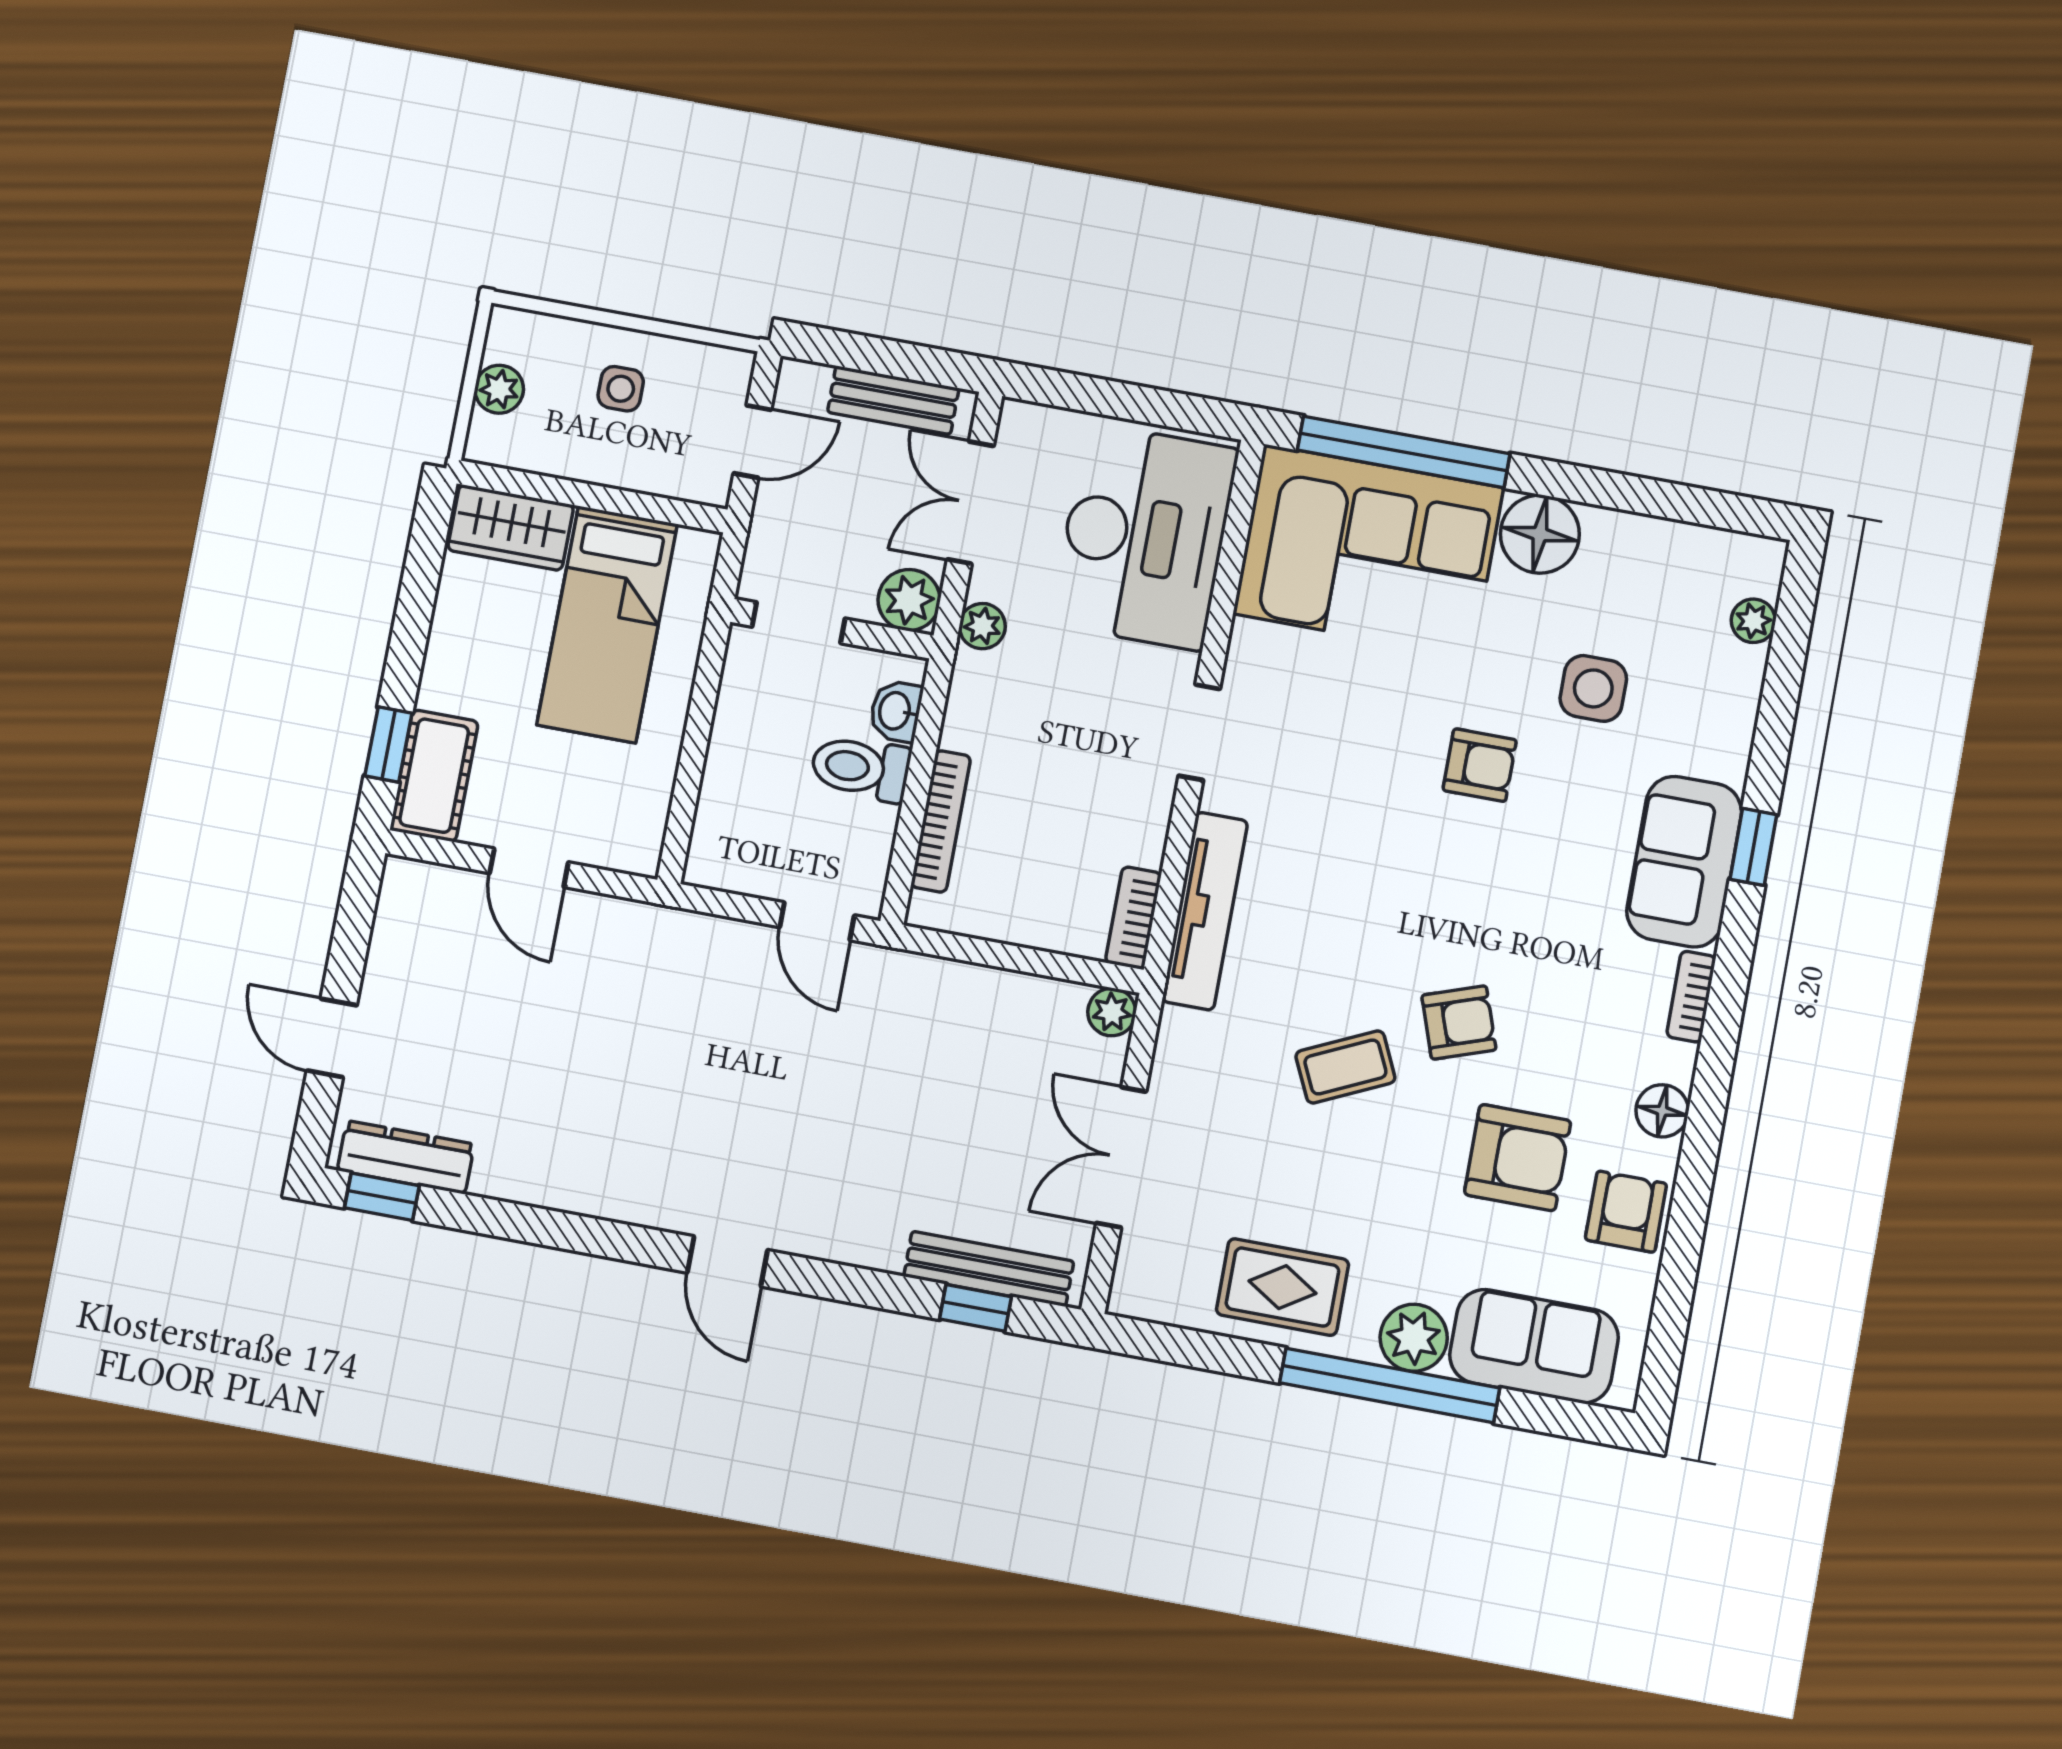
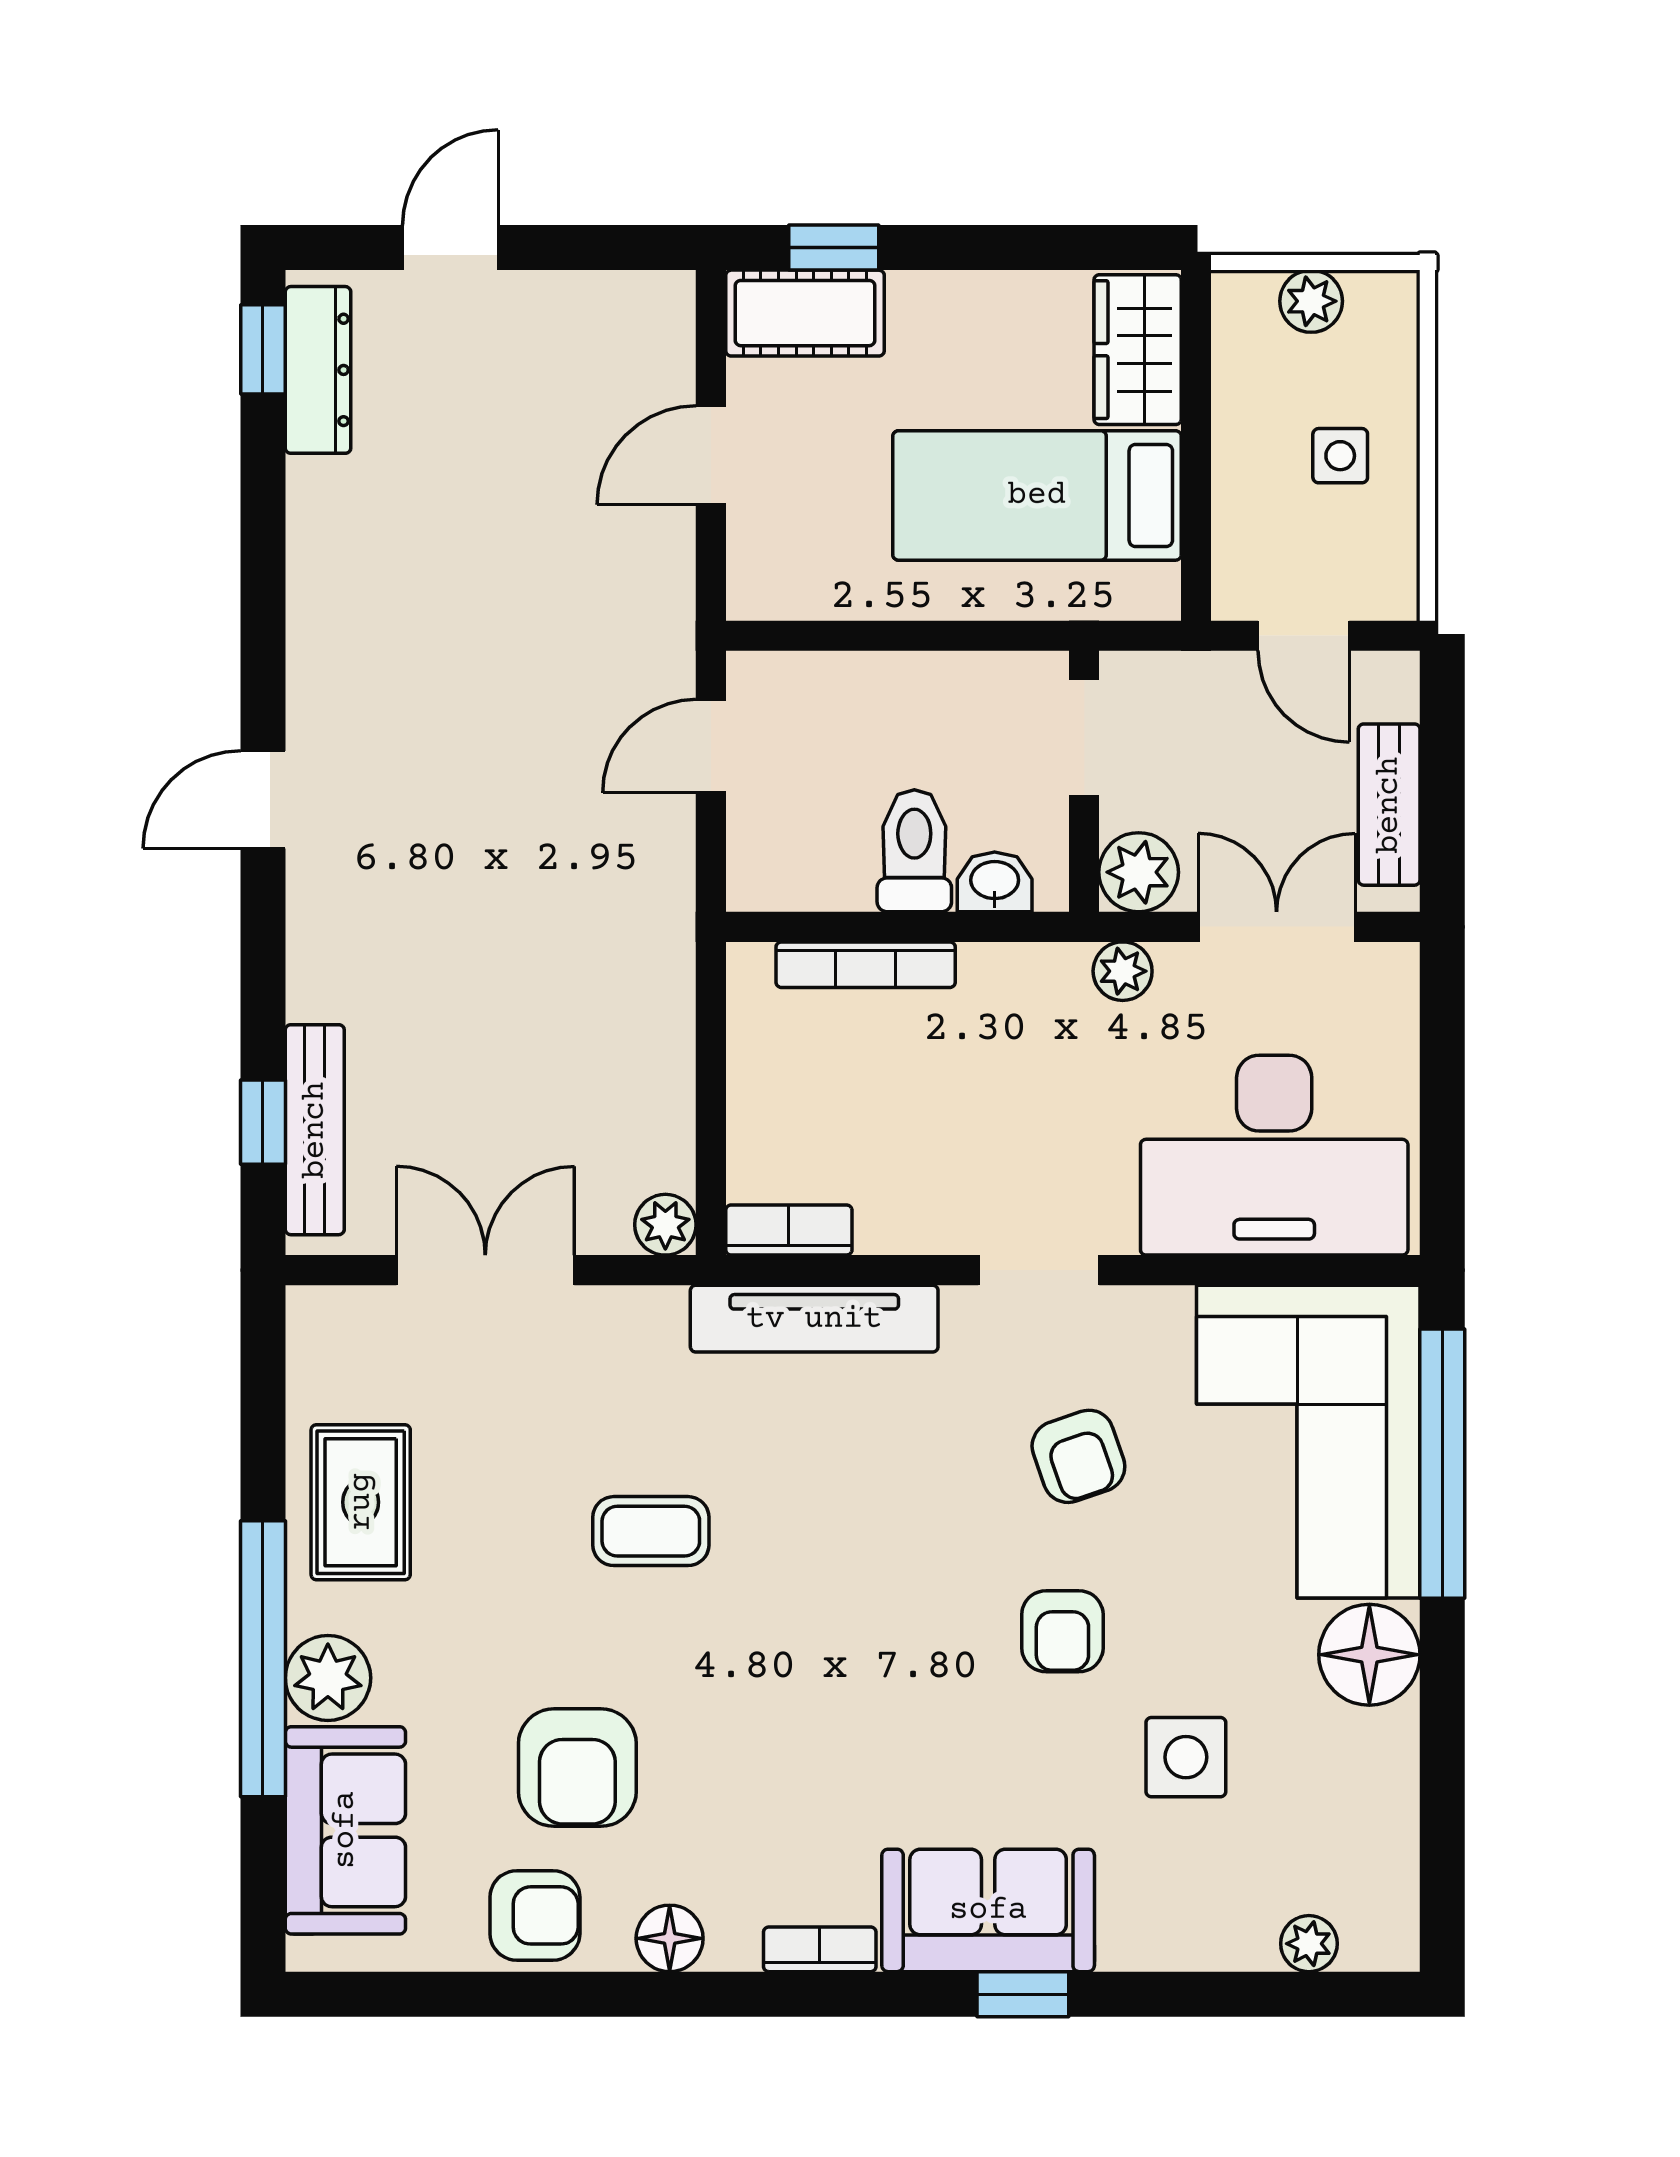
door: (817, 921) -> (711, 746), moved
armchair: (1459, 1023) -> (1078, 1456), moved
coffee table: (1345, 1067) -> (651, 1531), turned -65

